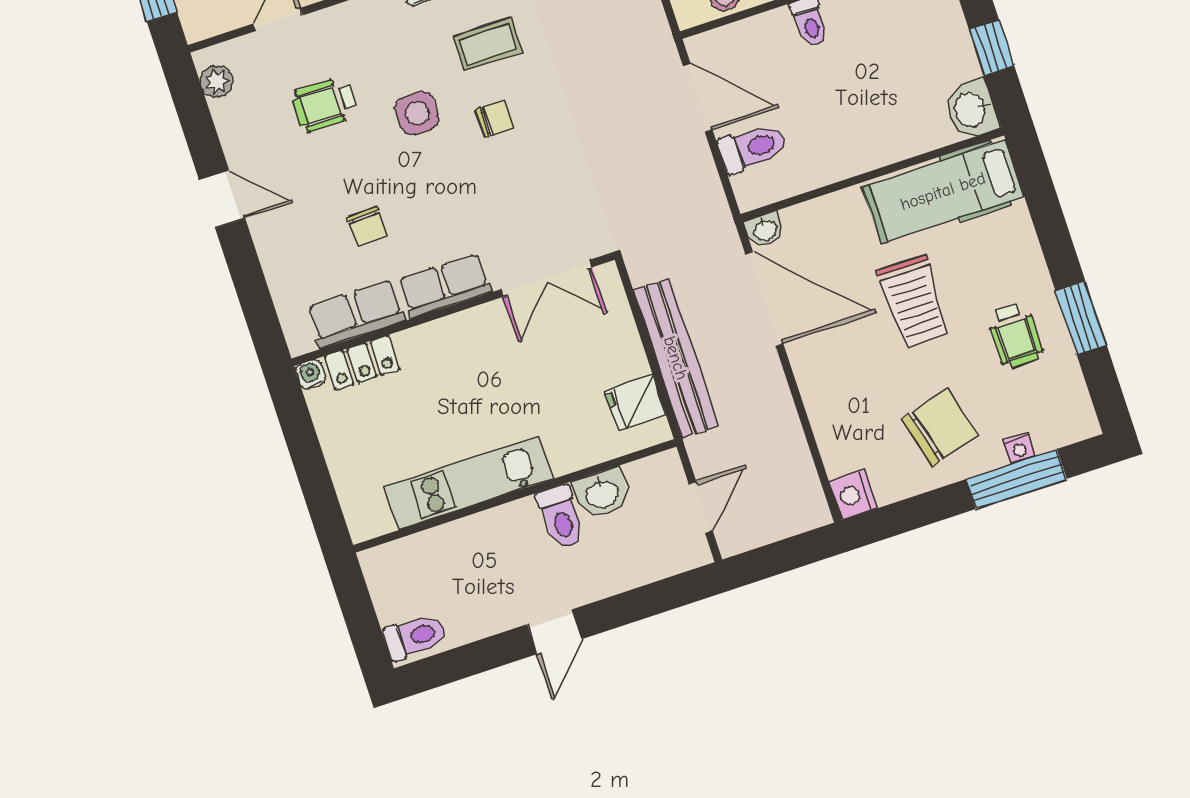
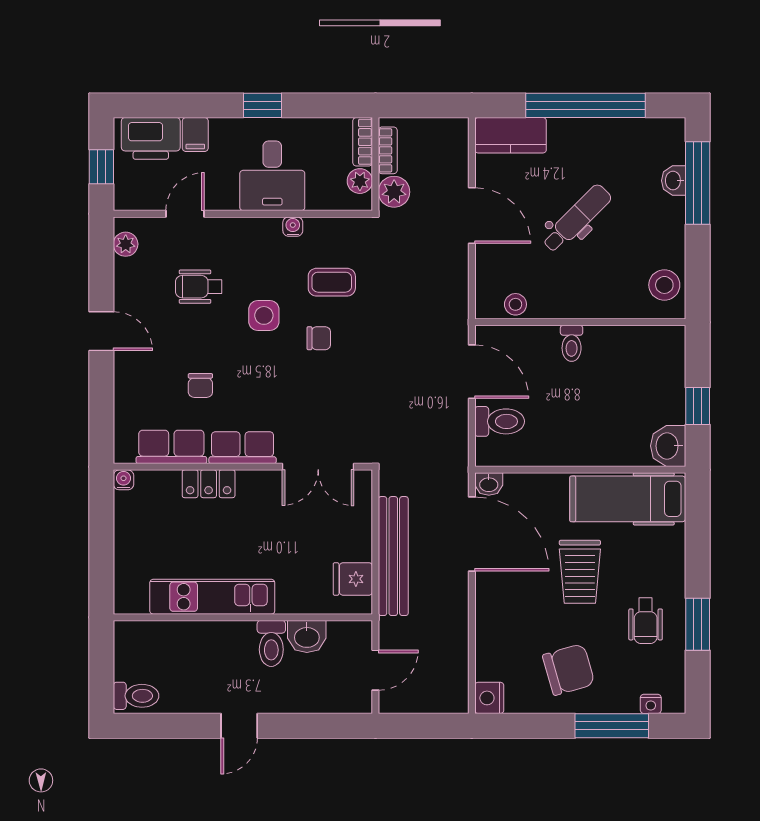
locker: (362, 363) -> (209, 484), moved
nightstand: (1019, 448) -> (651, 704), moved

